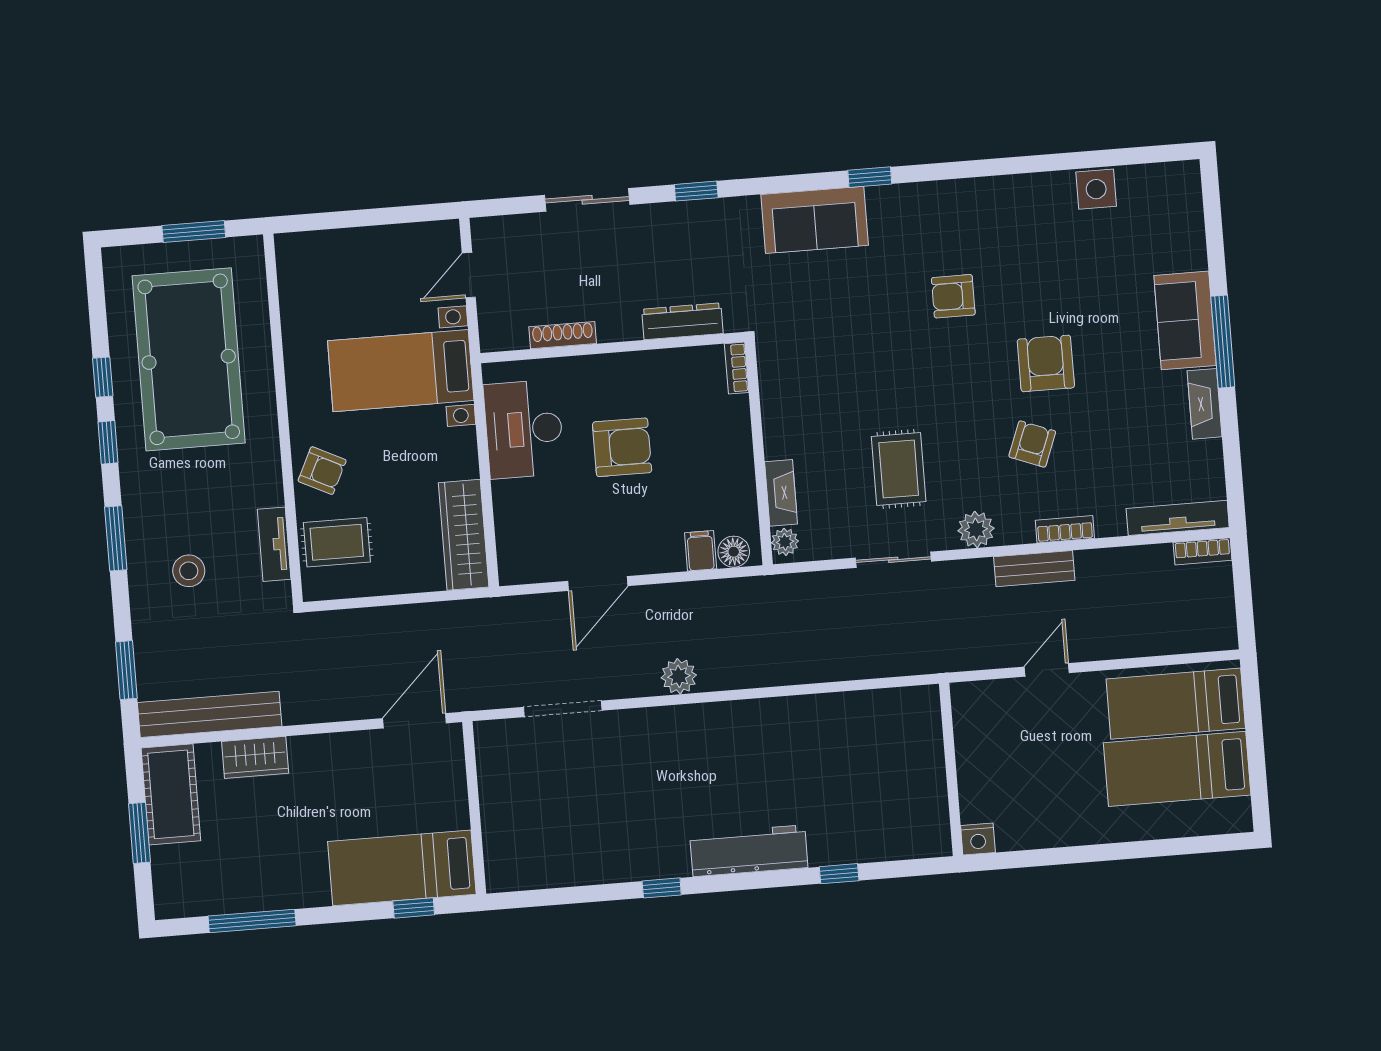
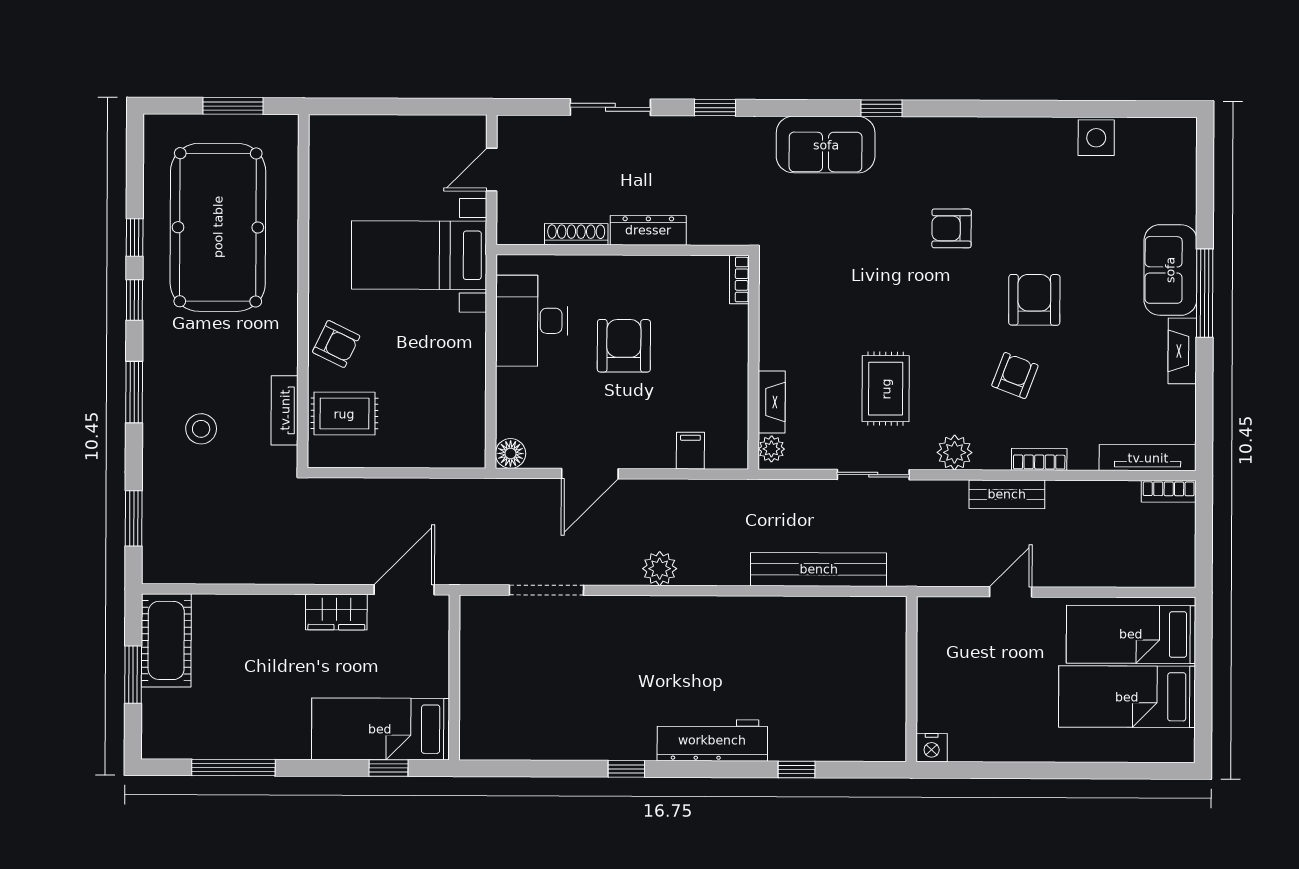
dresser: (682, 321) -> (648, 230), moved
armchair: (622, 447) -> (624, 346), turned -90
wardrobe: (464, 535) -> (466, 417), removed
floor lamp: (734, 552) -> (511, 453), moved
bench: (210, 714) -> (819, 569), moved
wardrobe: (255, 757) -> (336, 612), moved

